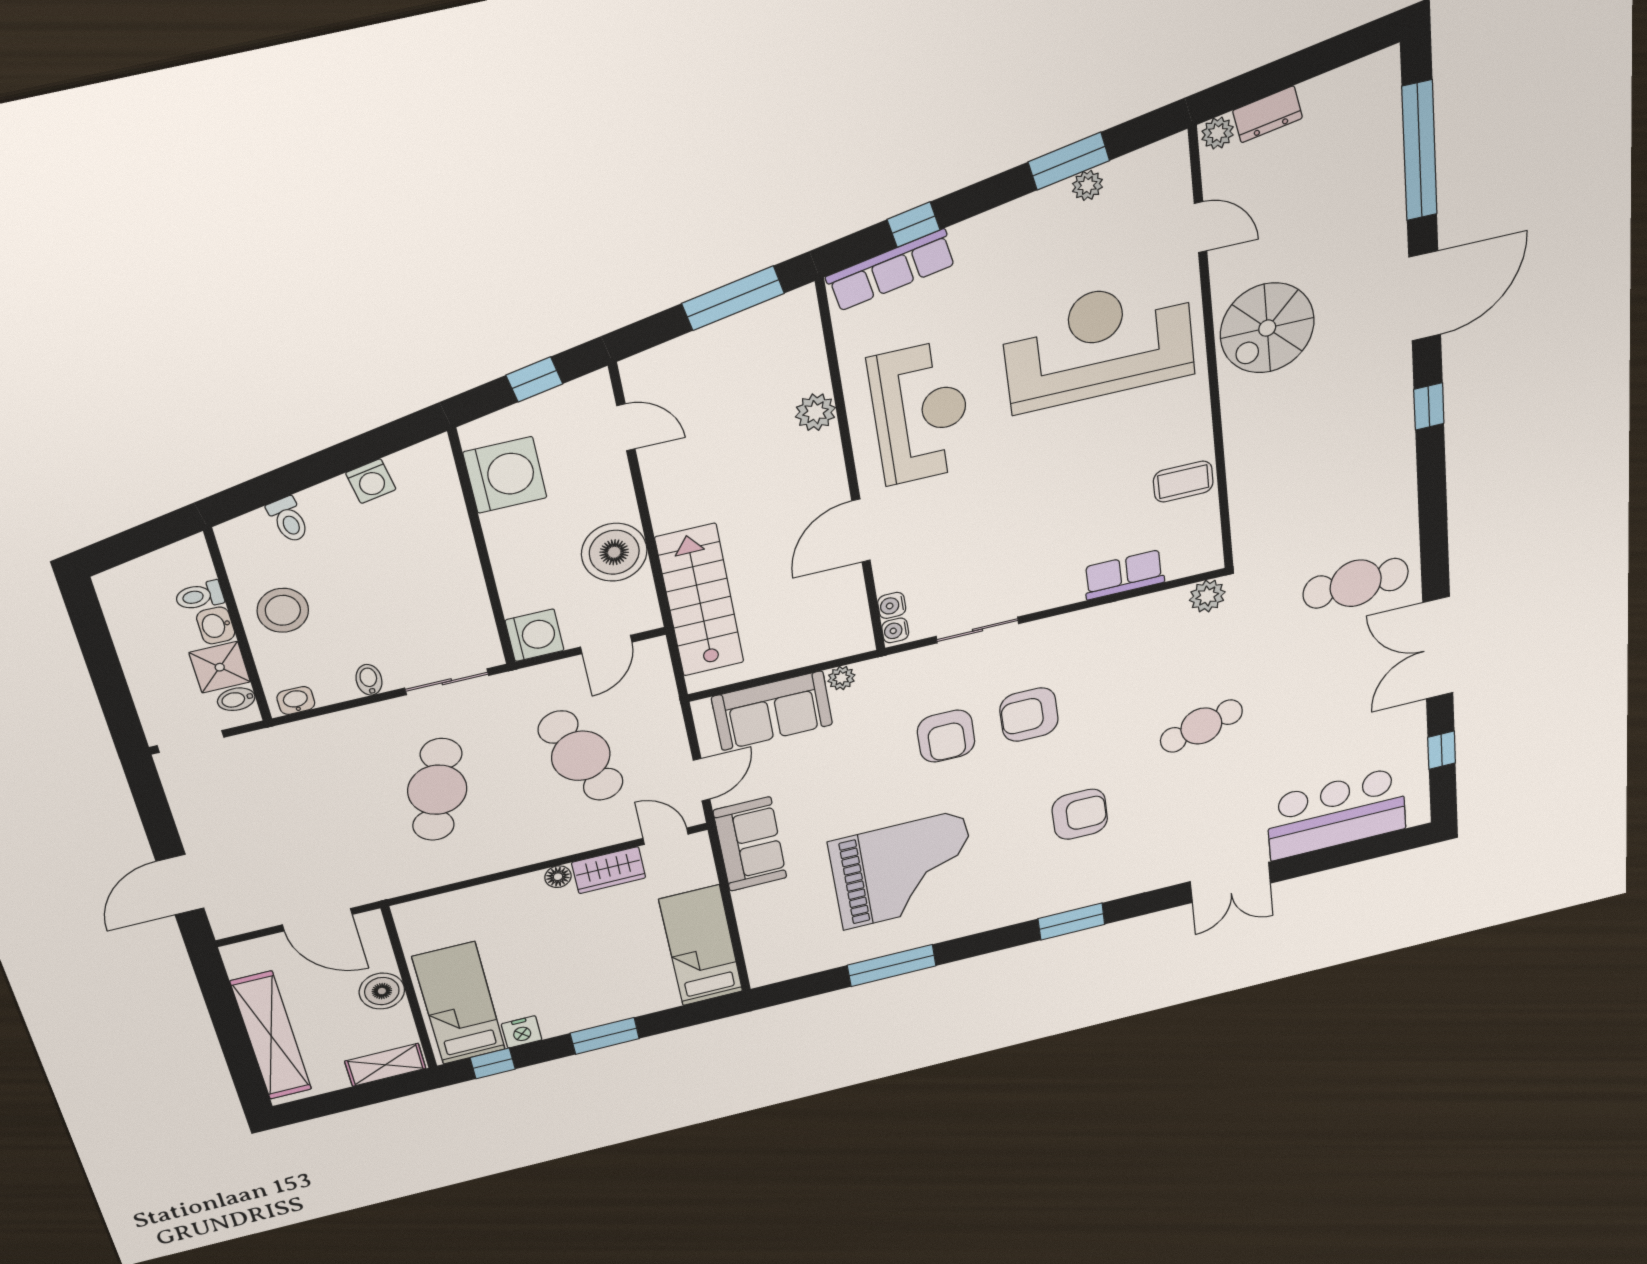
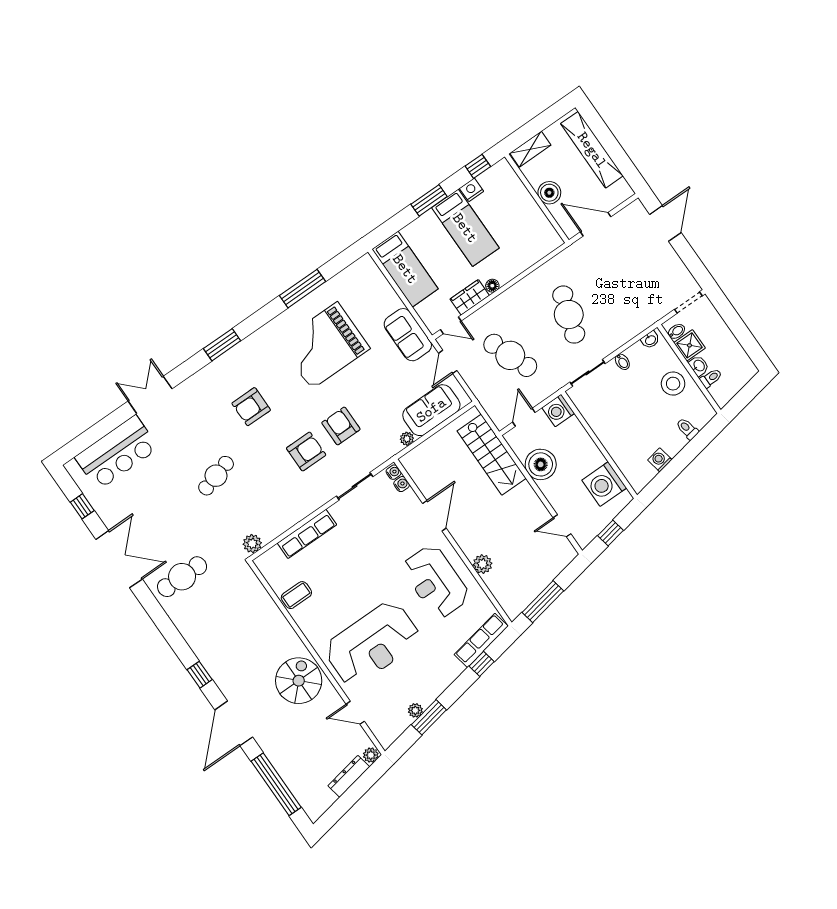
dresser: (1268, 114) -> (349, 776), width x1.44
row of seats: (1124, 575) -> (307, 534), width x1.48
bed: (459, 1003) -> (465, 228), moved

